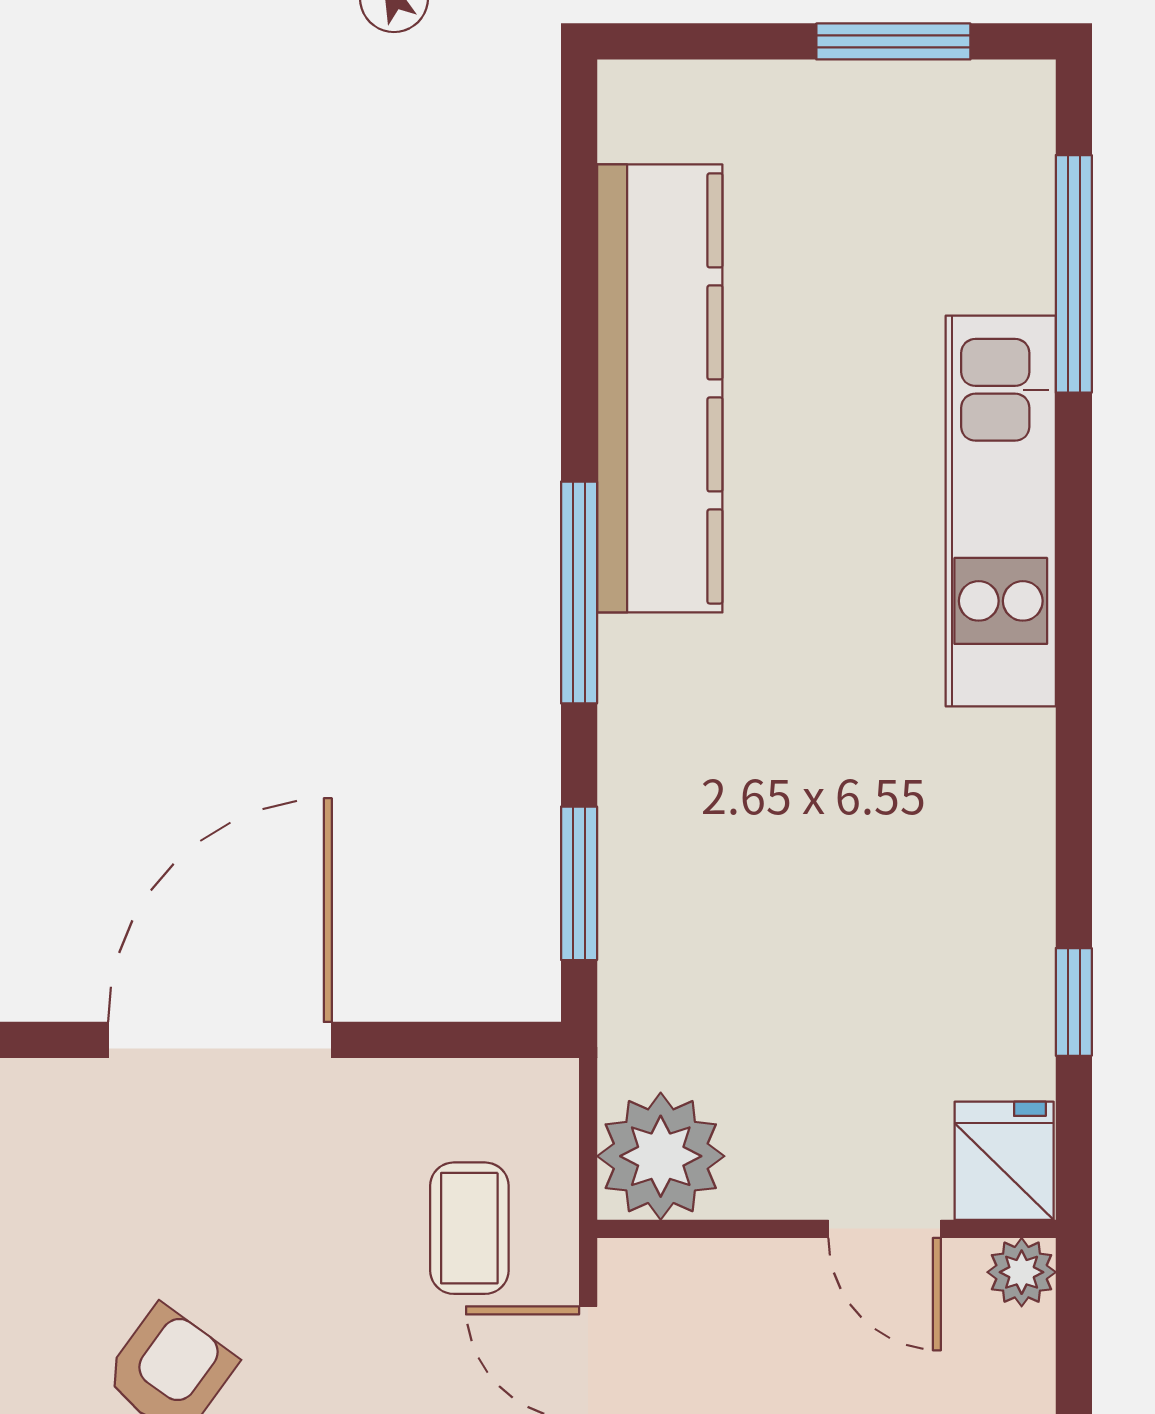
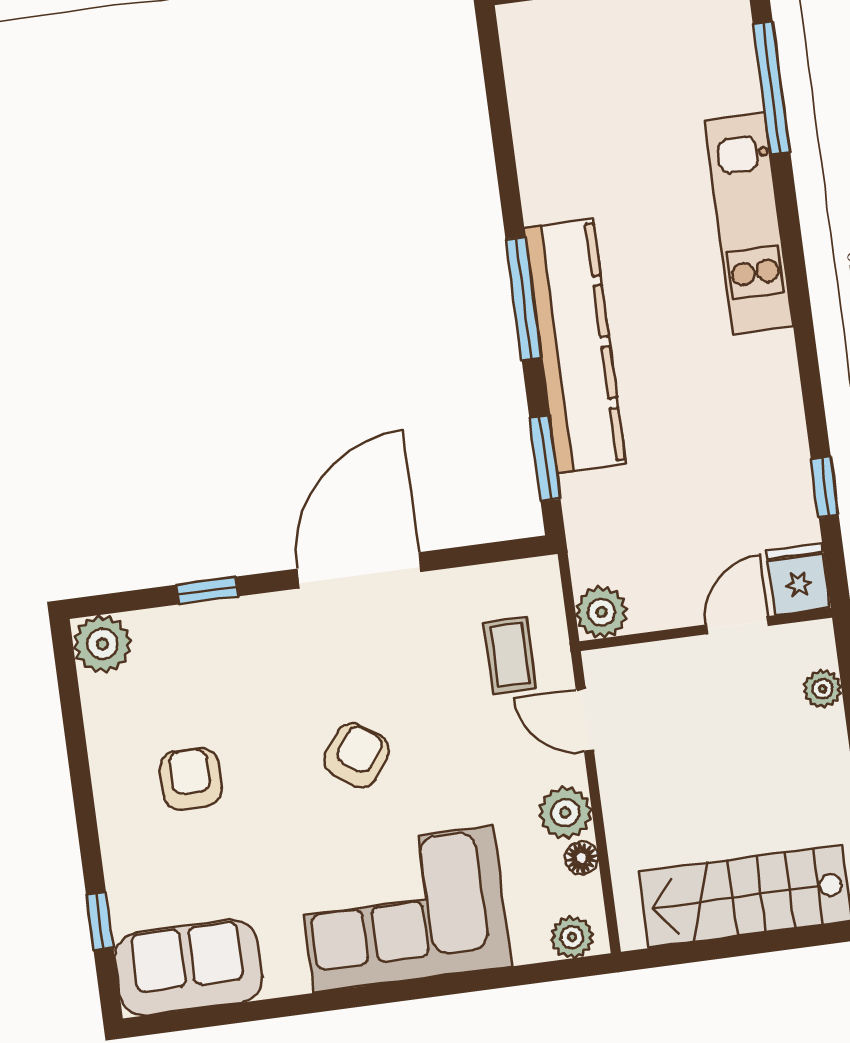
kitchen counter: (660, 388) -> (575, 346), moved
plant: (661, 1156) -> (602, 612), width x0.73, depth x0.73
door: (885, 1229) -> (738, 625), swing flipped
plant: (1022, 1272) -> (823, 689), moved

